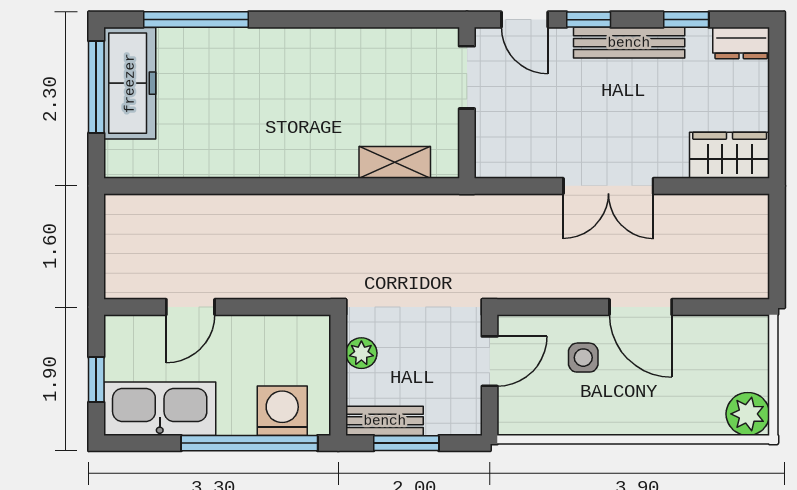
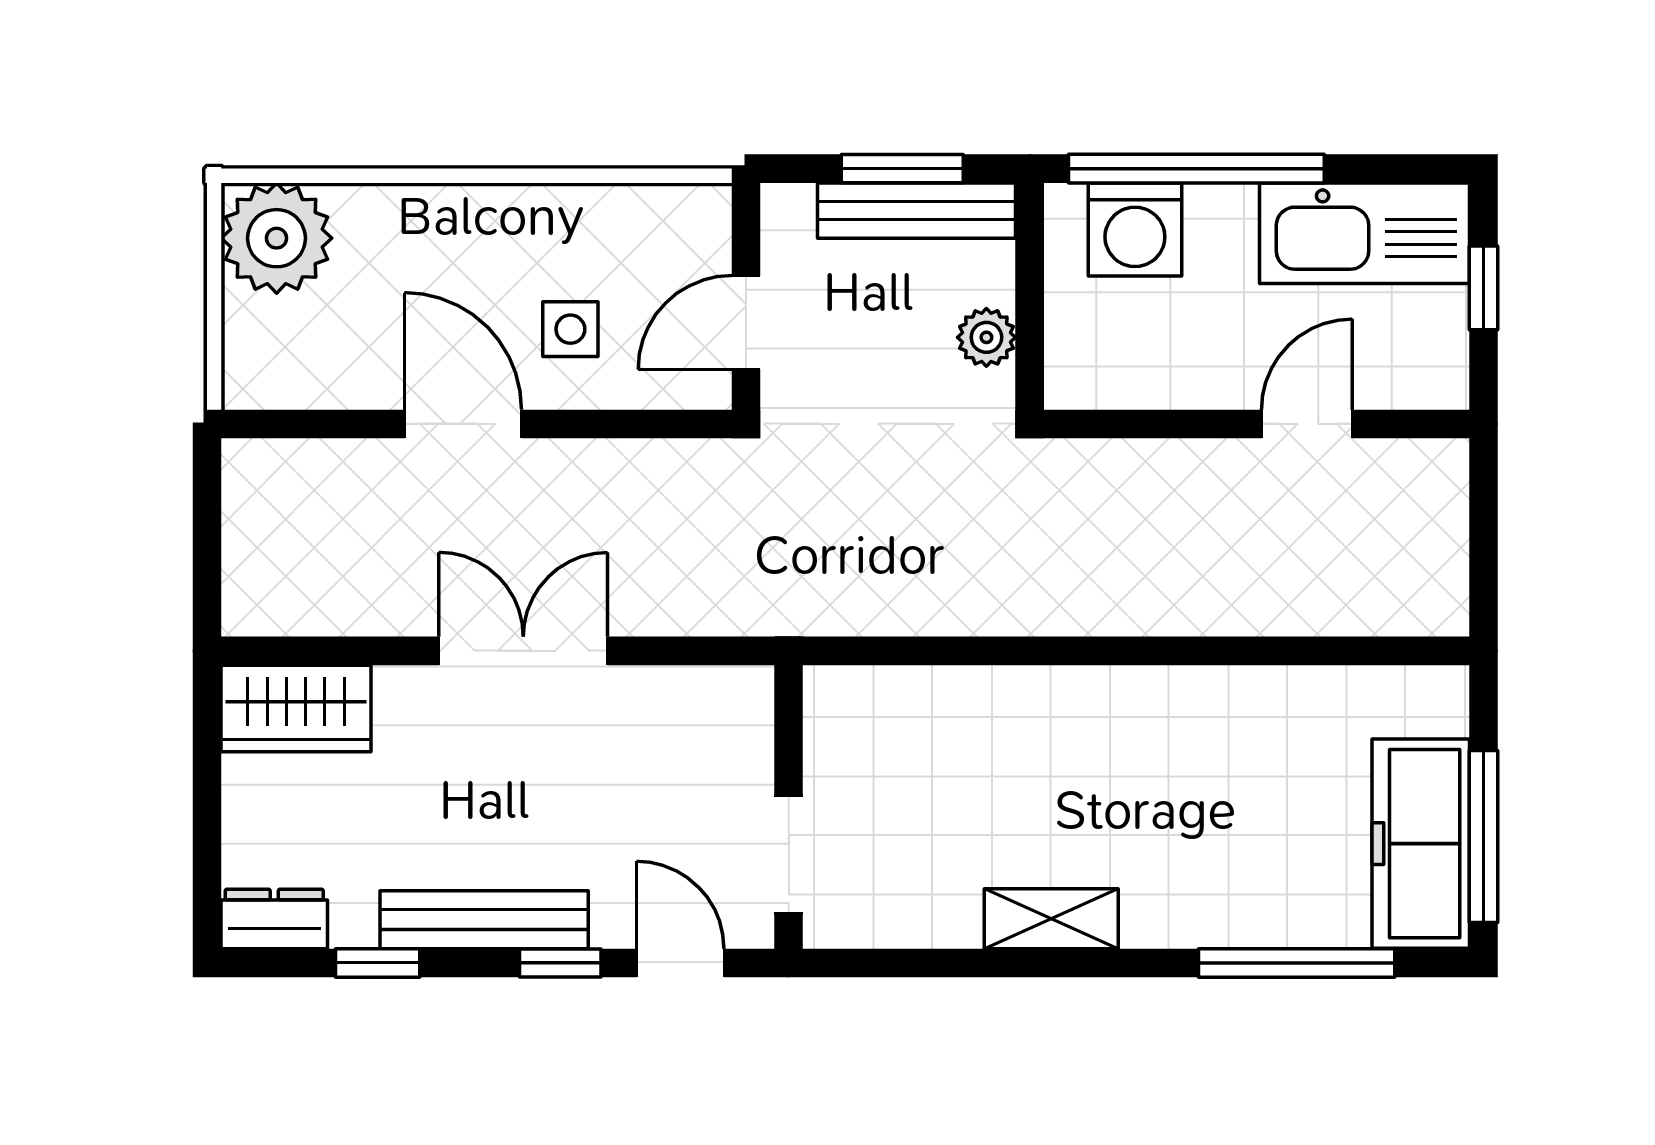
shelving: (395, 162) -> (1051, 919), moved
plant: (748, 414) -> (277, 238), width x1.36, depth x1.36
bench: (385, 421) -> (917, 211), width x1.36

